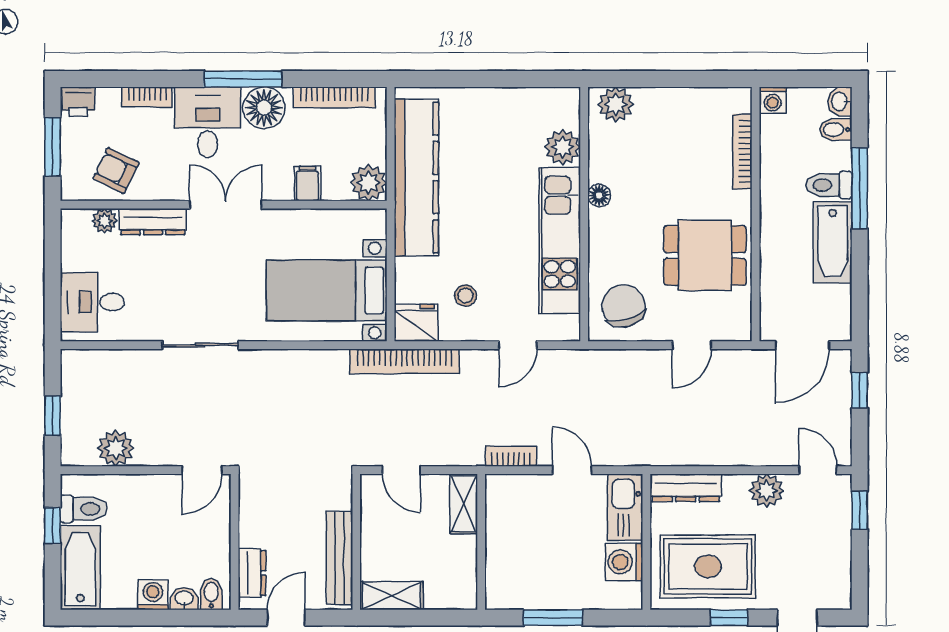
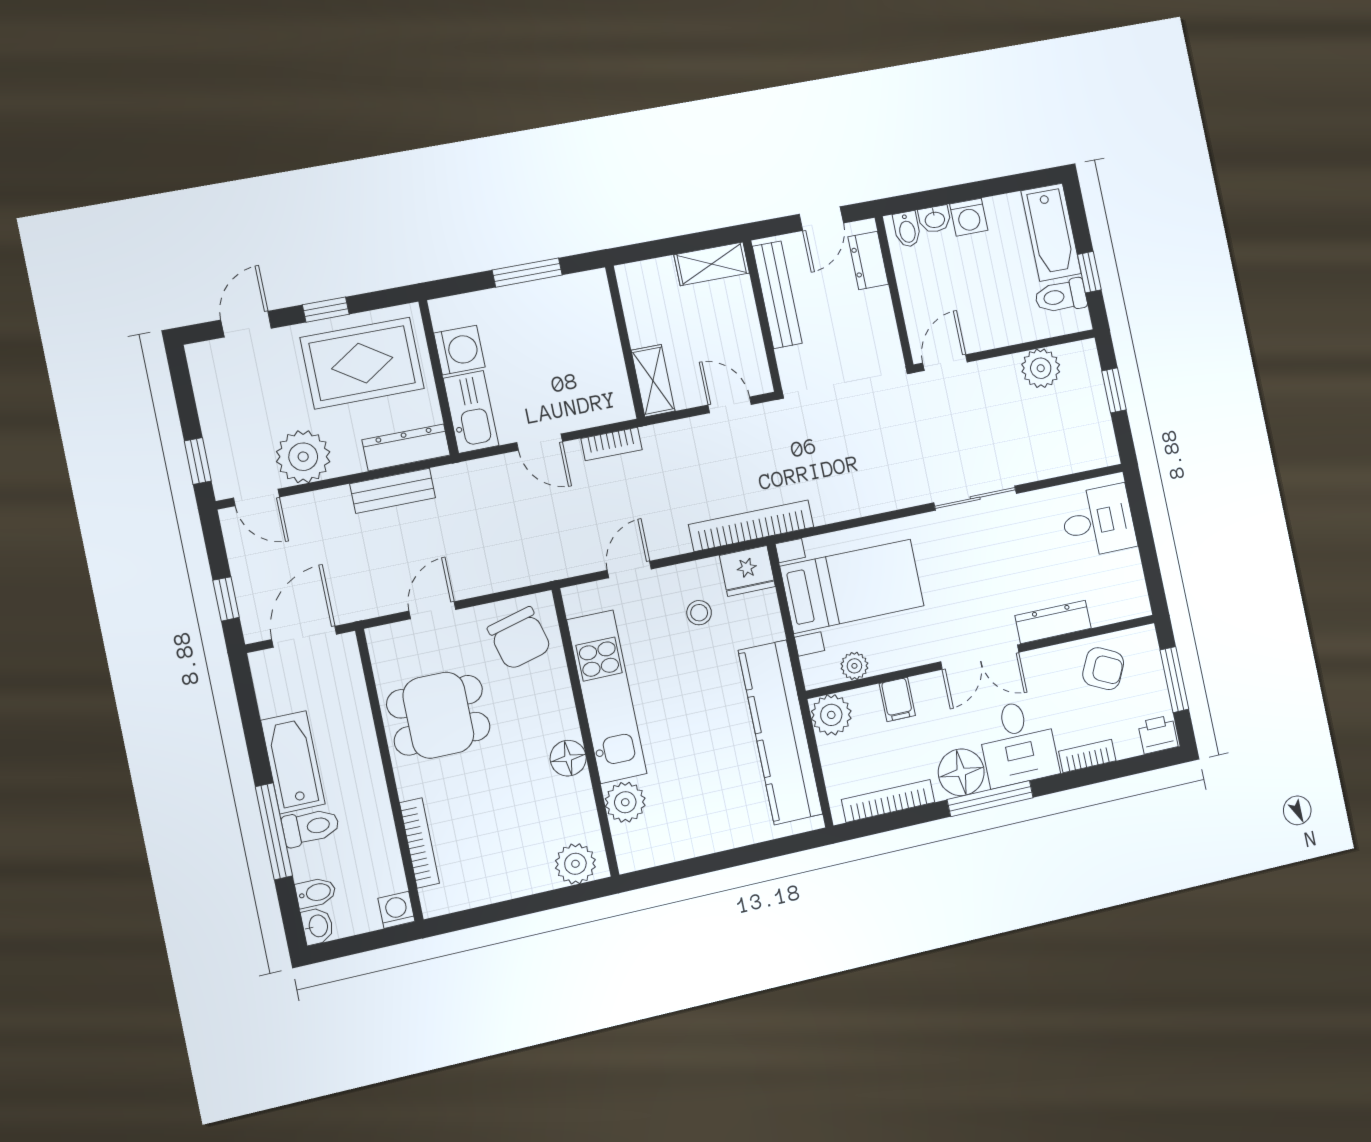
floor lamp: (599, 195) -> (568, 758), width x1.37, depth x1.37
plant: (105, 221) -> (854, 666), moved
bench: (704, 453) -> (393, 491), added
plant: (767, 491) -> (303, 457), width x1.36, depth x1.36

